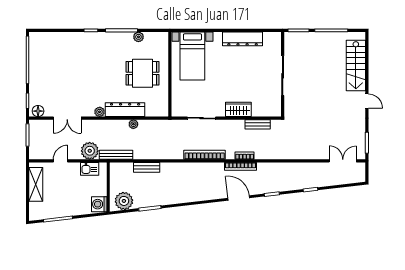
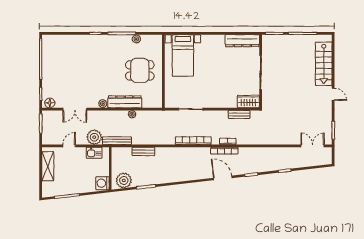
dresser: (243, 39) -> (242, 41), moved
wardrobe: (238, 109) -> (248, 102), moved

